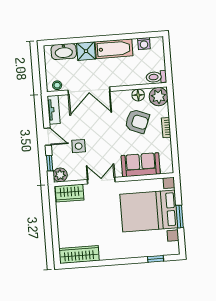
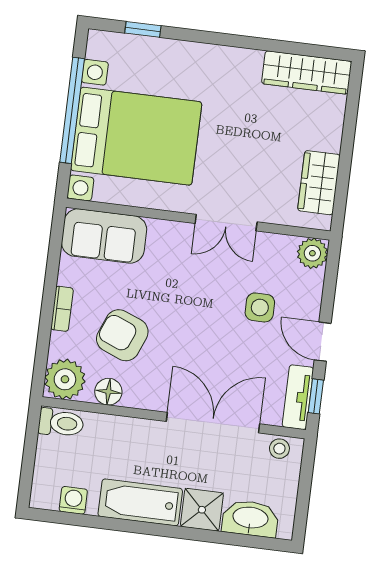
window: (50, 163) -> (316, 396), moved
sofa: (141, 165) -> (104, 236), moved
wardrobe: (69, 193) -> (319, 183), moved, turned -90
window: (180, 217) -> (72, 110), width x2.11

